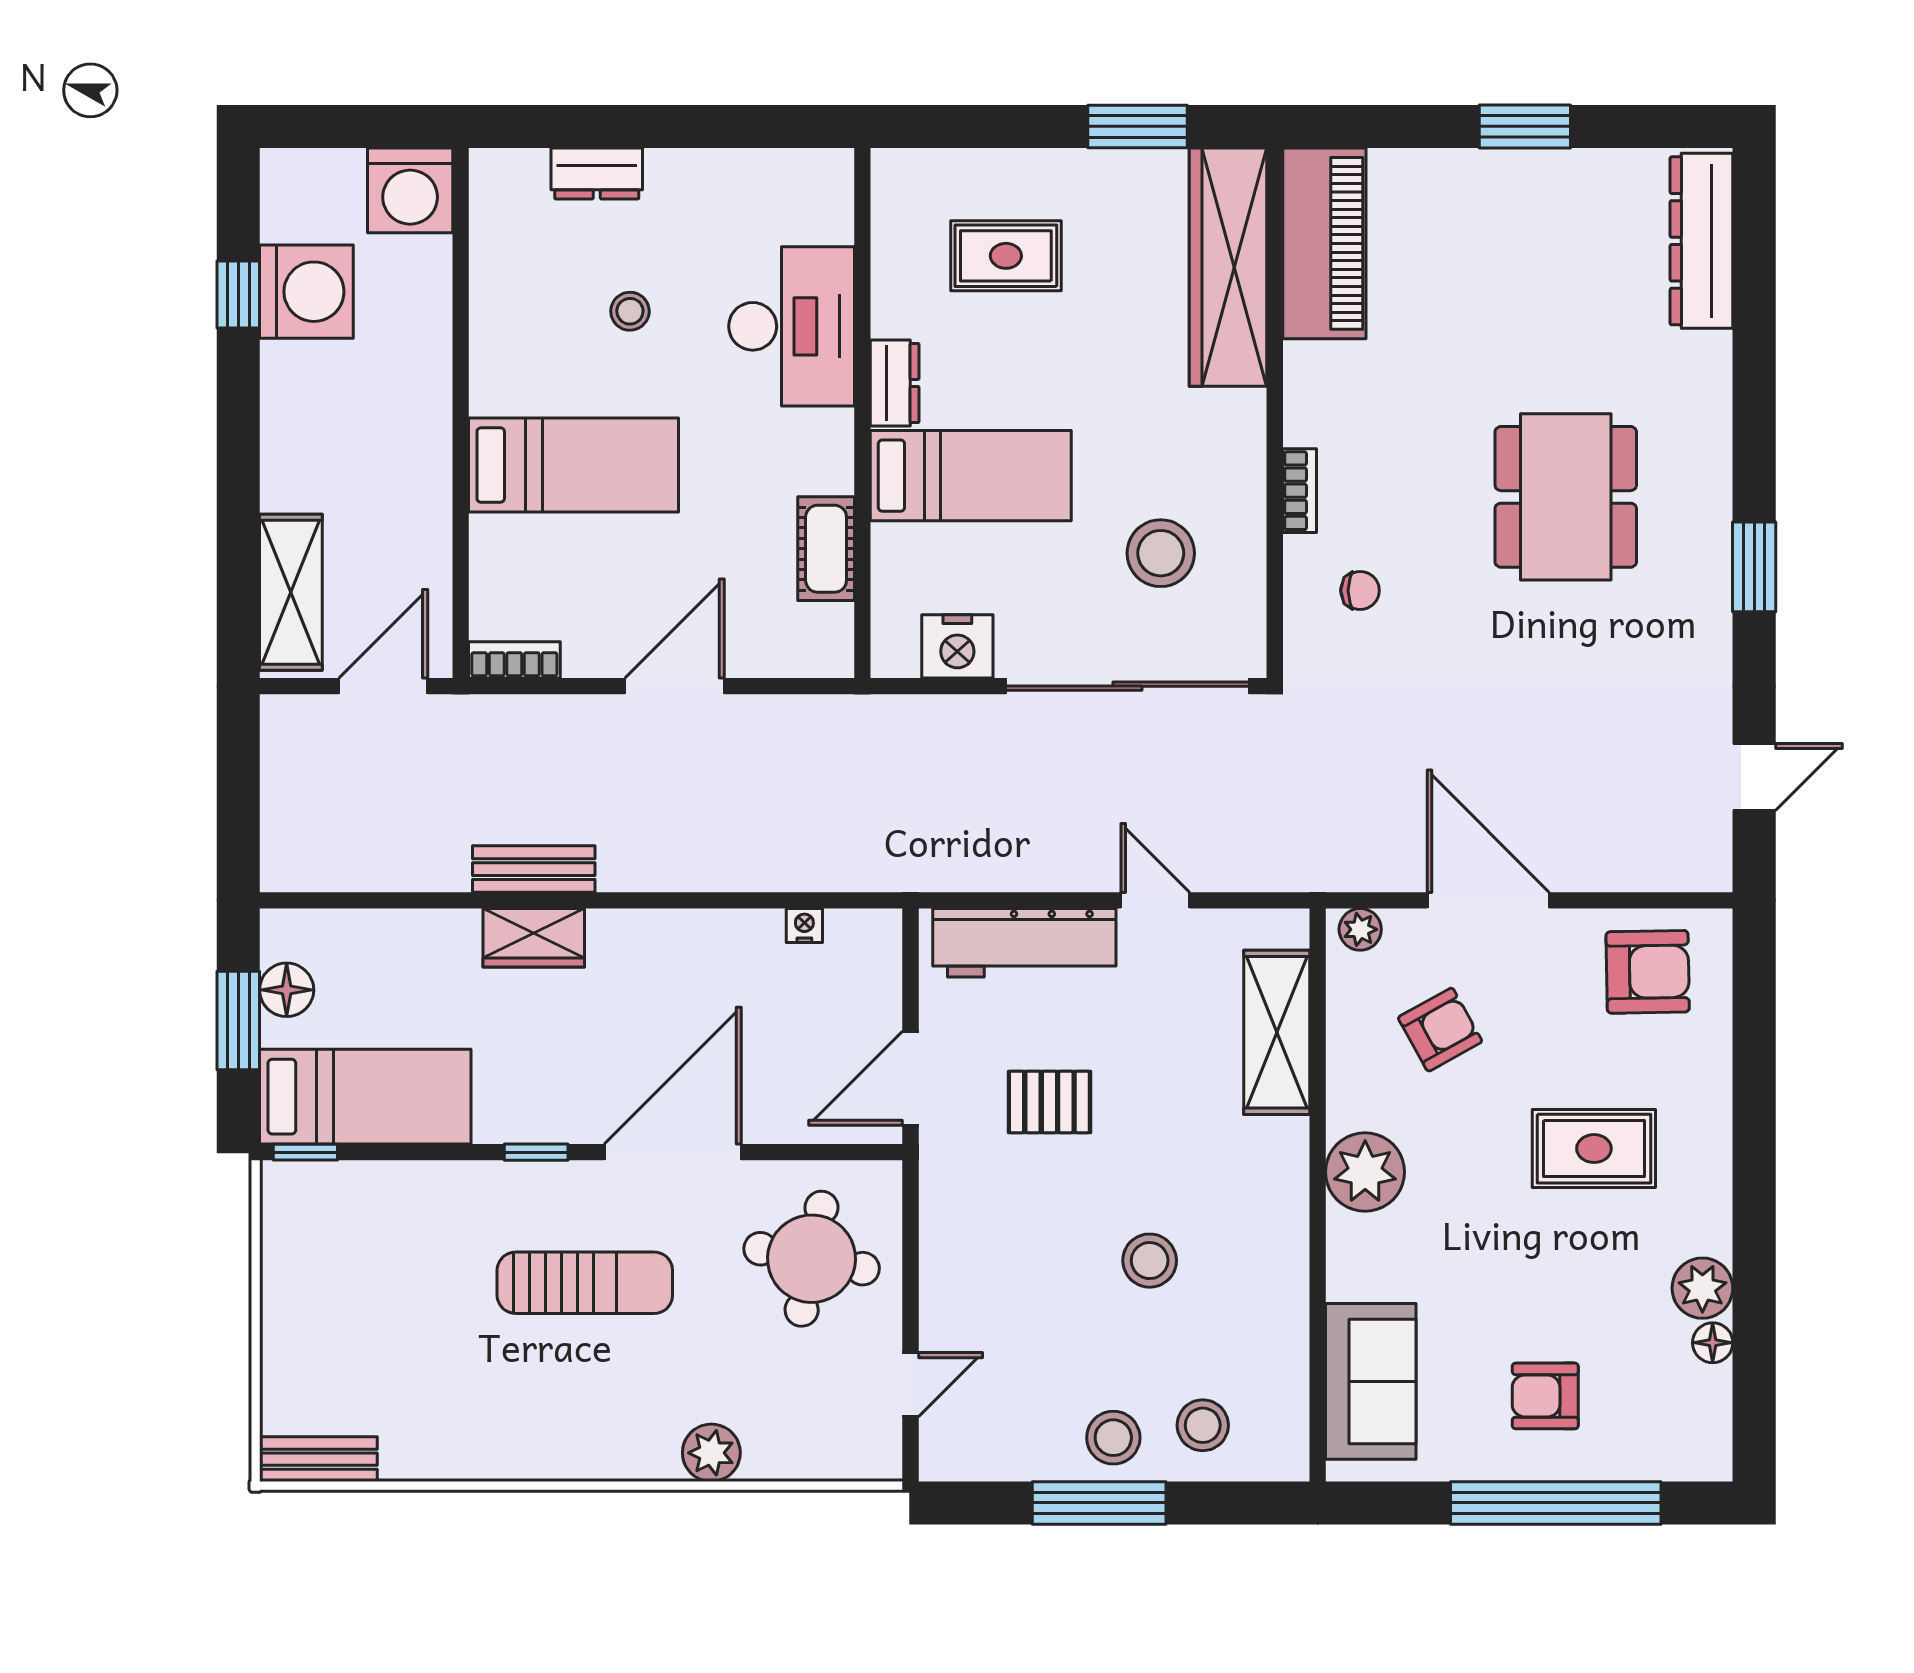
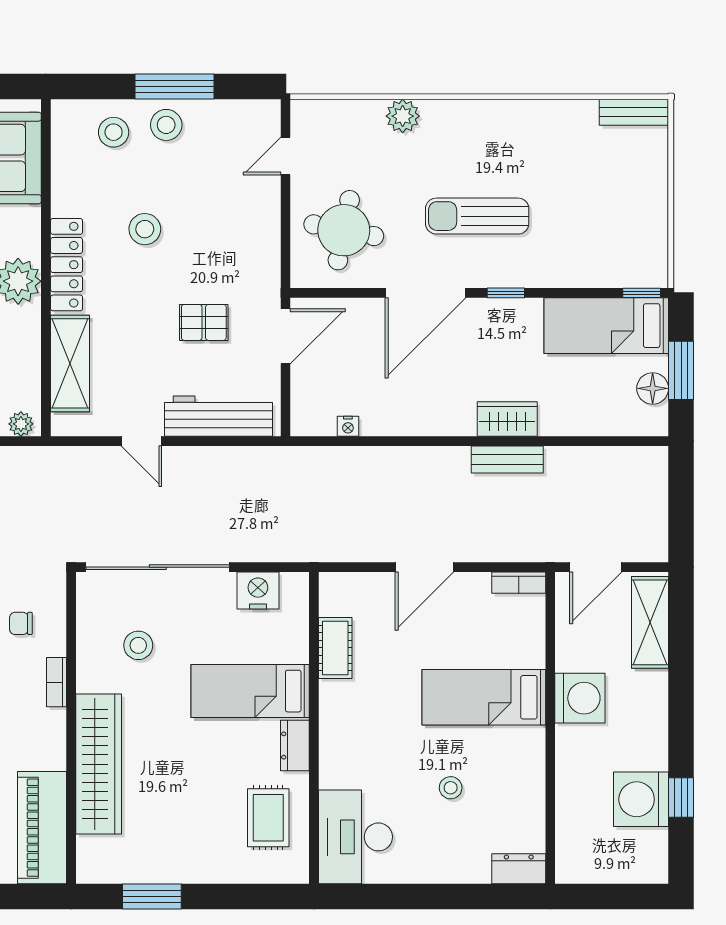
dresser: (597, 173) -> (519, 869), moved
washing machine: (410, 190) -> (580, 698), moved, turned 90
rug: (1006, 256) -> (268, 818), moved, turned 90
wardrobe: (1228, 267) -> (99, 764), moved
desk: (792, 326) -> (356, 837), moved
stool: (1161, 553) -> (138, 645), width x0.73, depth x0.73
locker: (1283, 1200) -> (67, 265), added

